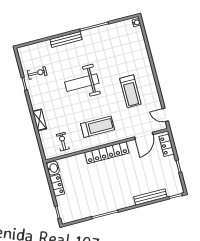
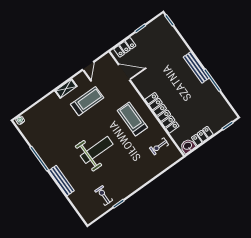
weight bench: (82, 83) -> (97, 150), turned -90
door: (165, 115) -> (88, 66), moved
shelving: (40, 120) -> (66, 89), moved
locker: (107, 153) -> (162, 113), moved
bench: (150, 197) -> (196, 67), moved

